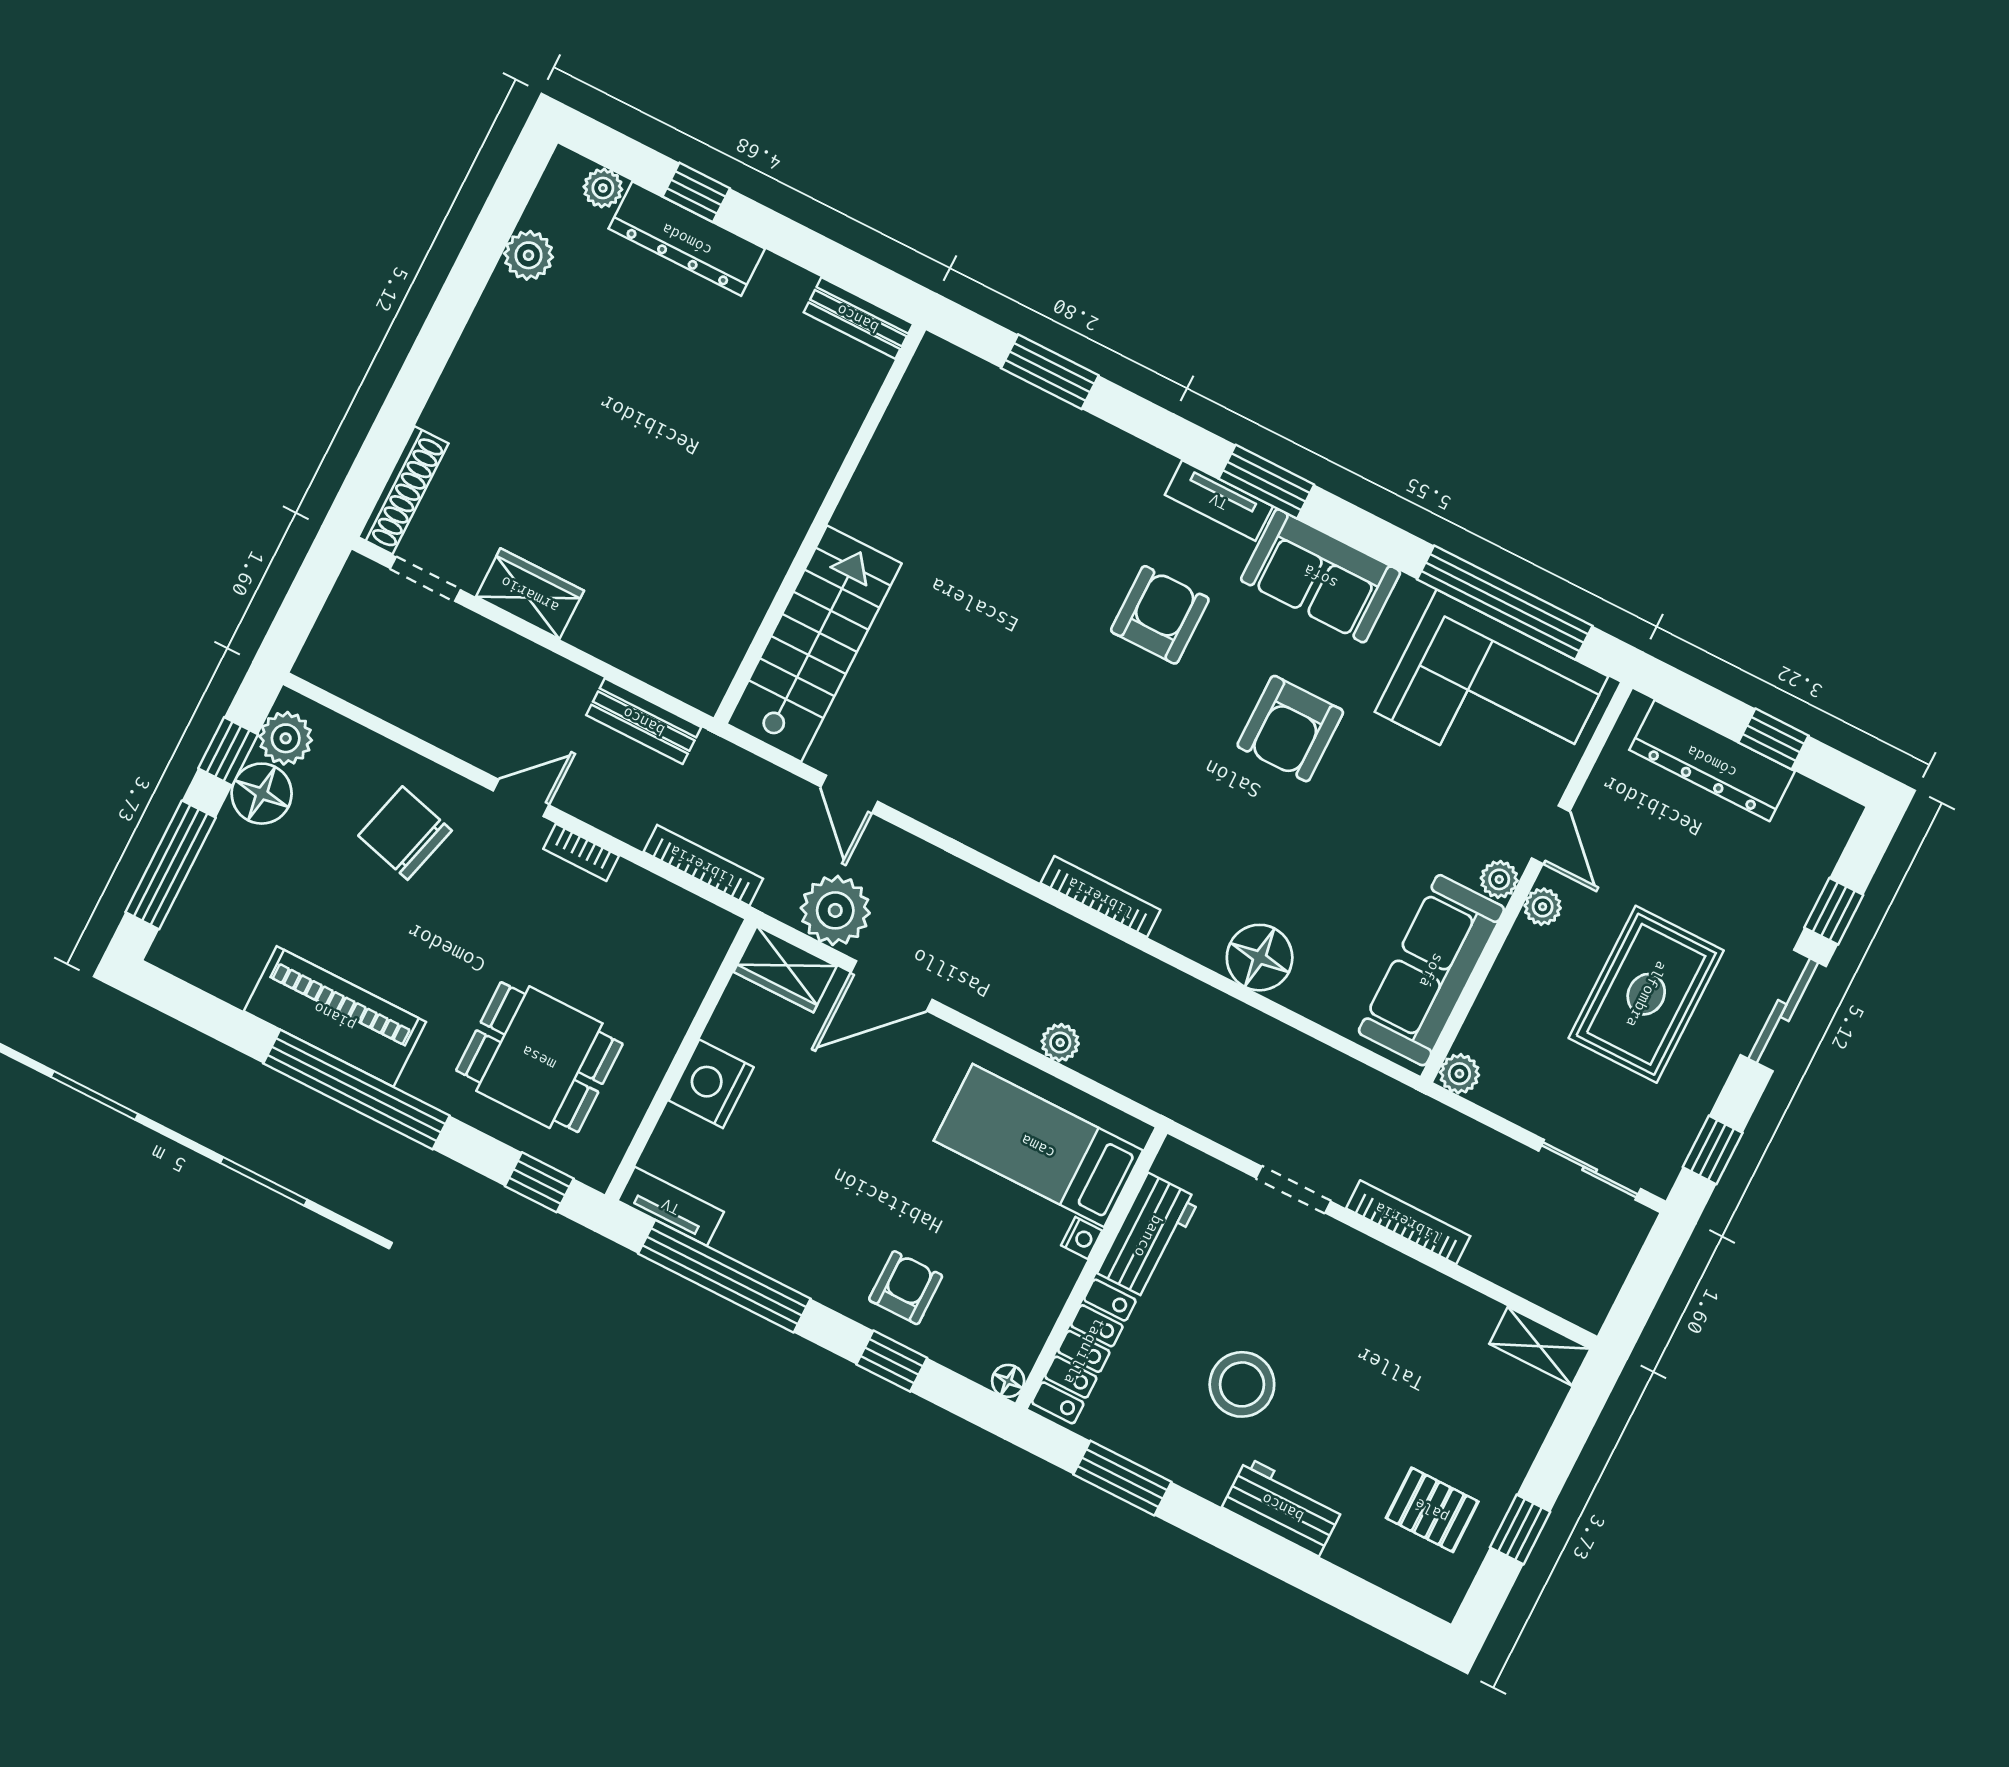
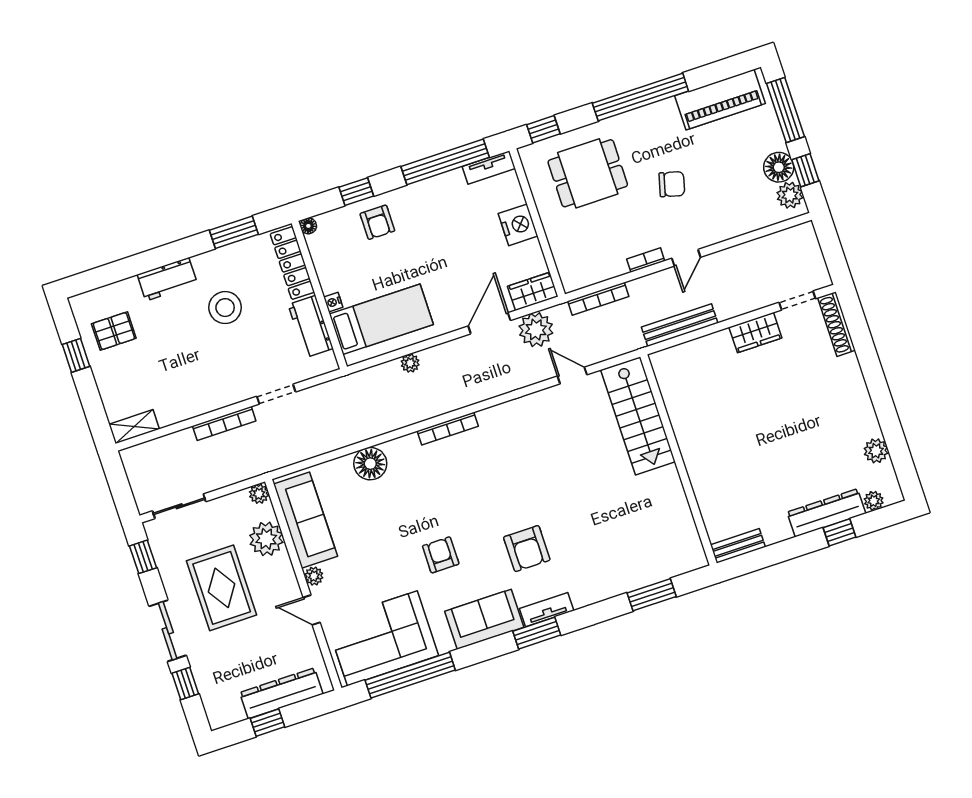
bench: (644, 721) -> (680, 325), width x1.36
armchair: (1290, 729) -> (441, 555), width x0.72, depth x0.72
chair: (405, 833) -> (672, 184), moved, width x0.73, depth x0.73
plant: (1543, 907) -> (266, 539), moved, width x1.87, depth x1.87
piano: (335, 1016) -> (720, 100), moved

